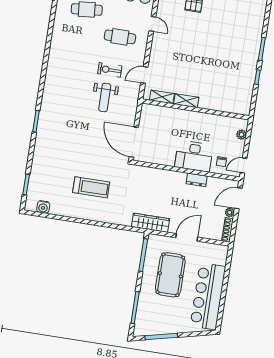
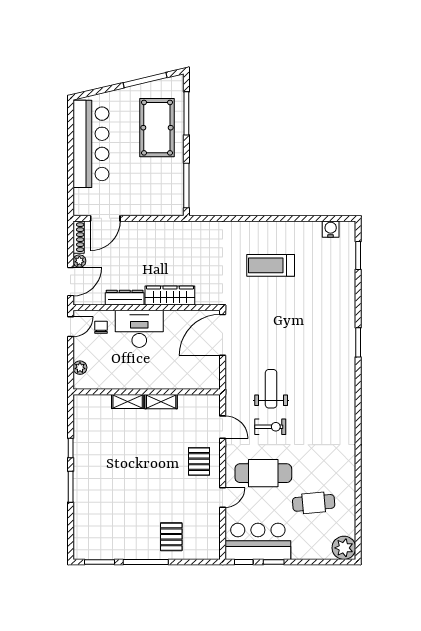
door: (152, 24) -> (223, 497), swing flipped
cafe table: (120, 37) -> (263, 473), width x1.37, depth x1.35
pallet: (165, 53) -> (199, 461), added
door: (144, 75) -> (223, 427), hinge flipped
shelving: (162, 97) -> (128, 402), moved
door: (134, 142) -> (223, 335), swing flipped
dresser: (197, 180) -> (125, 298), width x1.44
wardrobe: (150, 223) -> (170, 296), moved, turned 180
door: (187, 237) -> (105, 218), moved
pool table: (170, 275) -> (157, 128), moved

